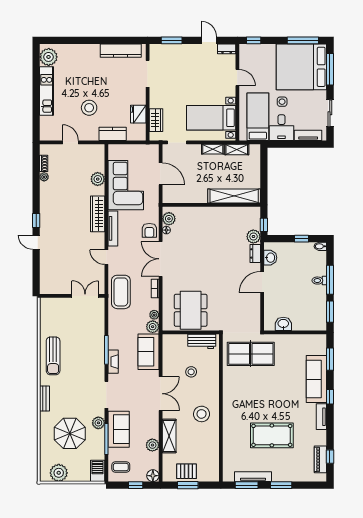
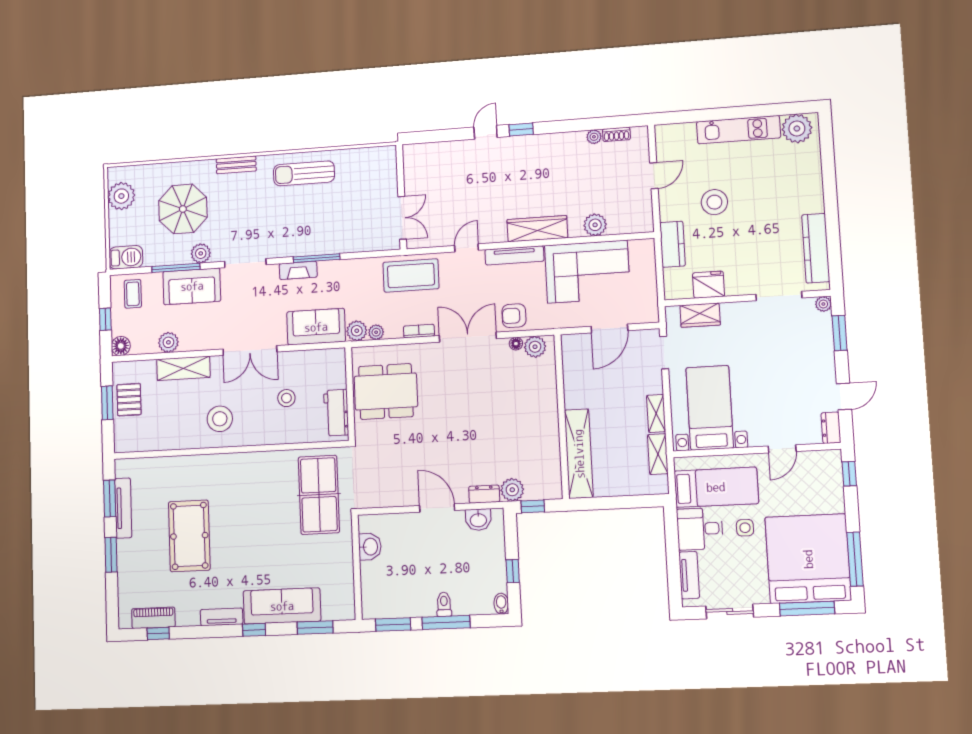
plant: (154, 48) -> (823, 304), added

